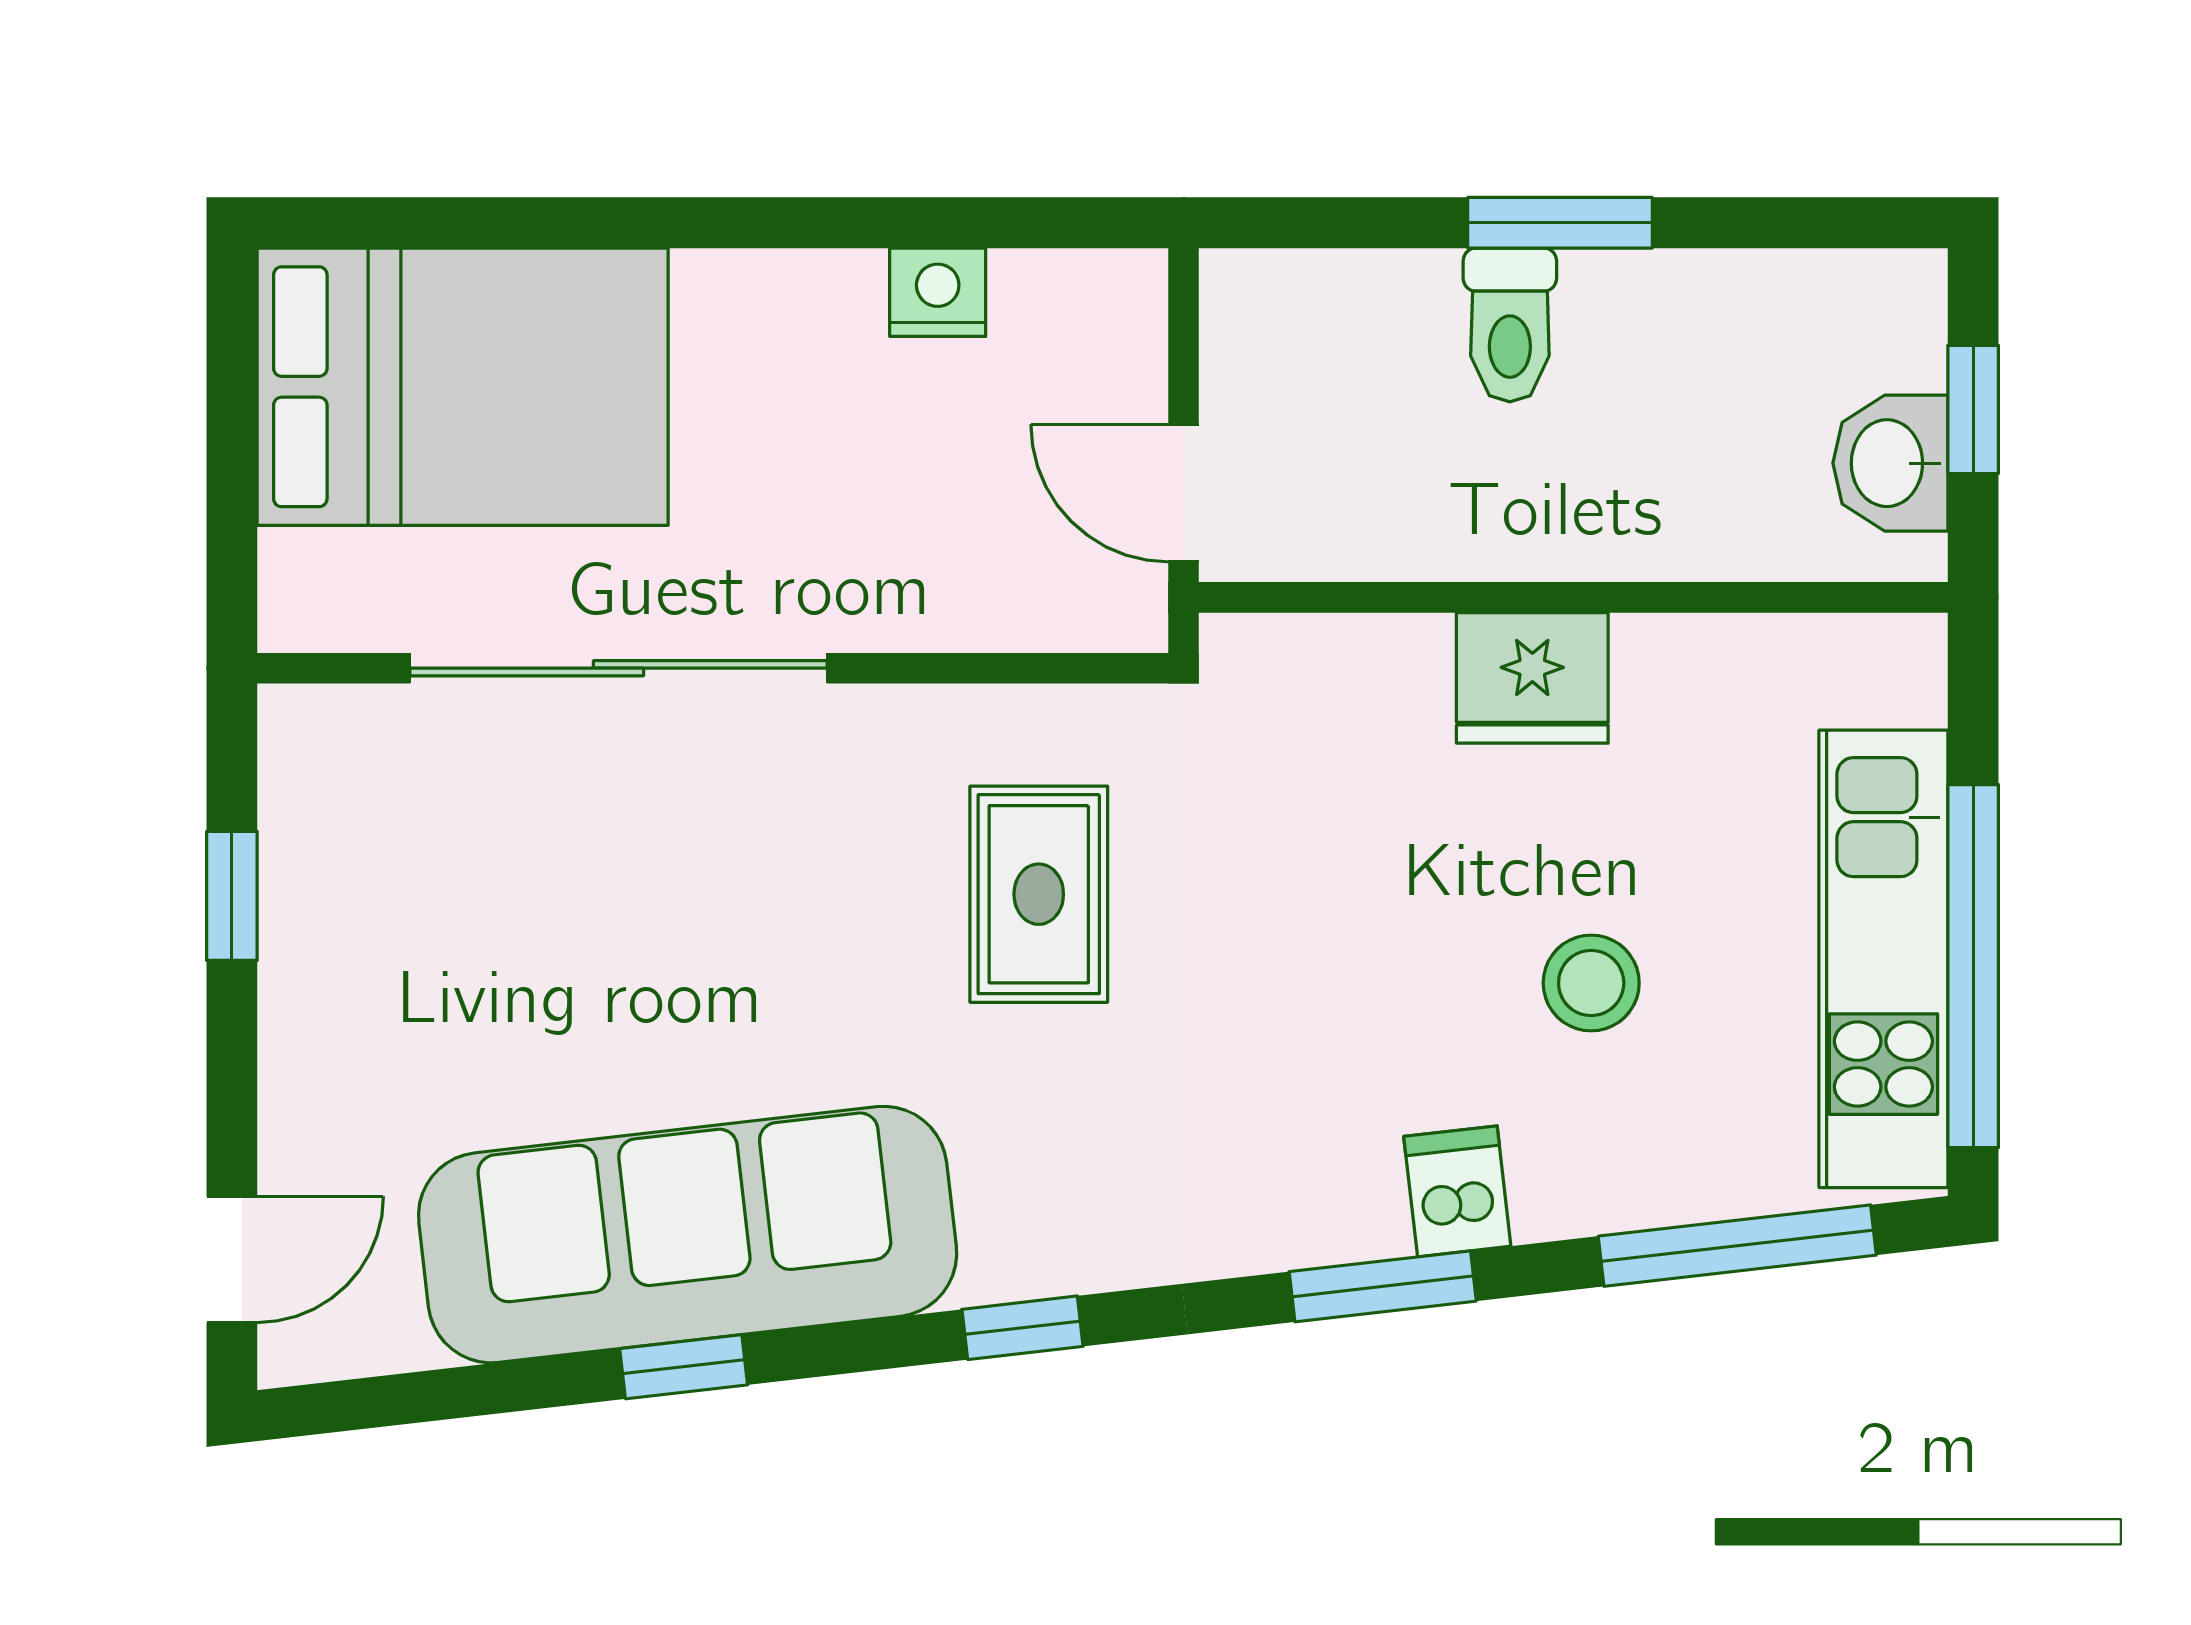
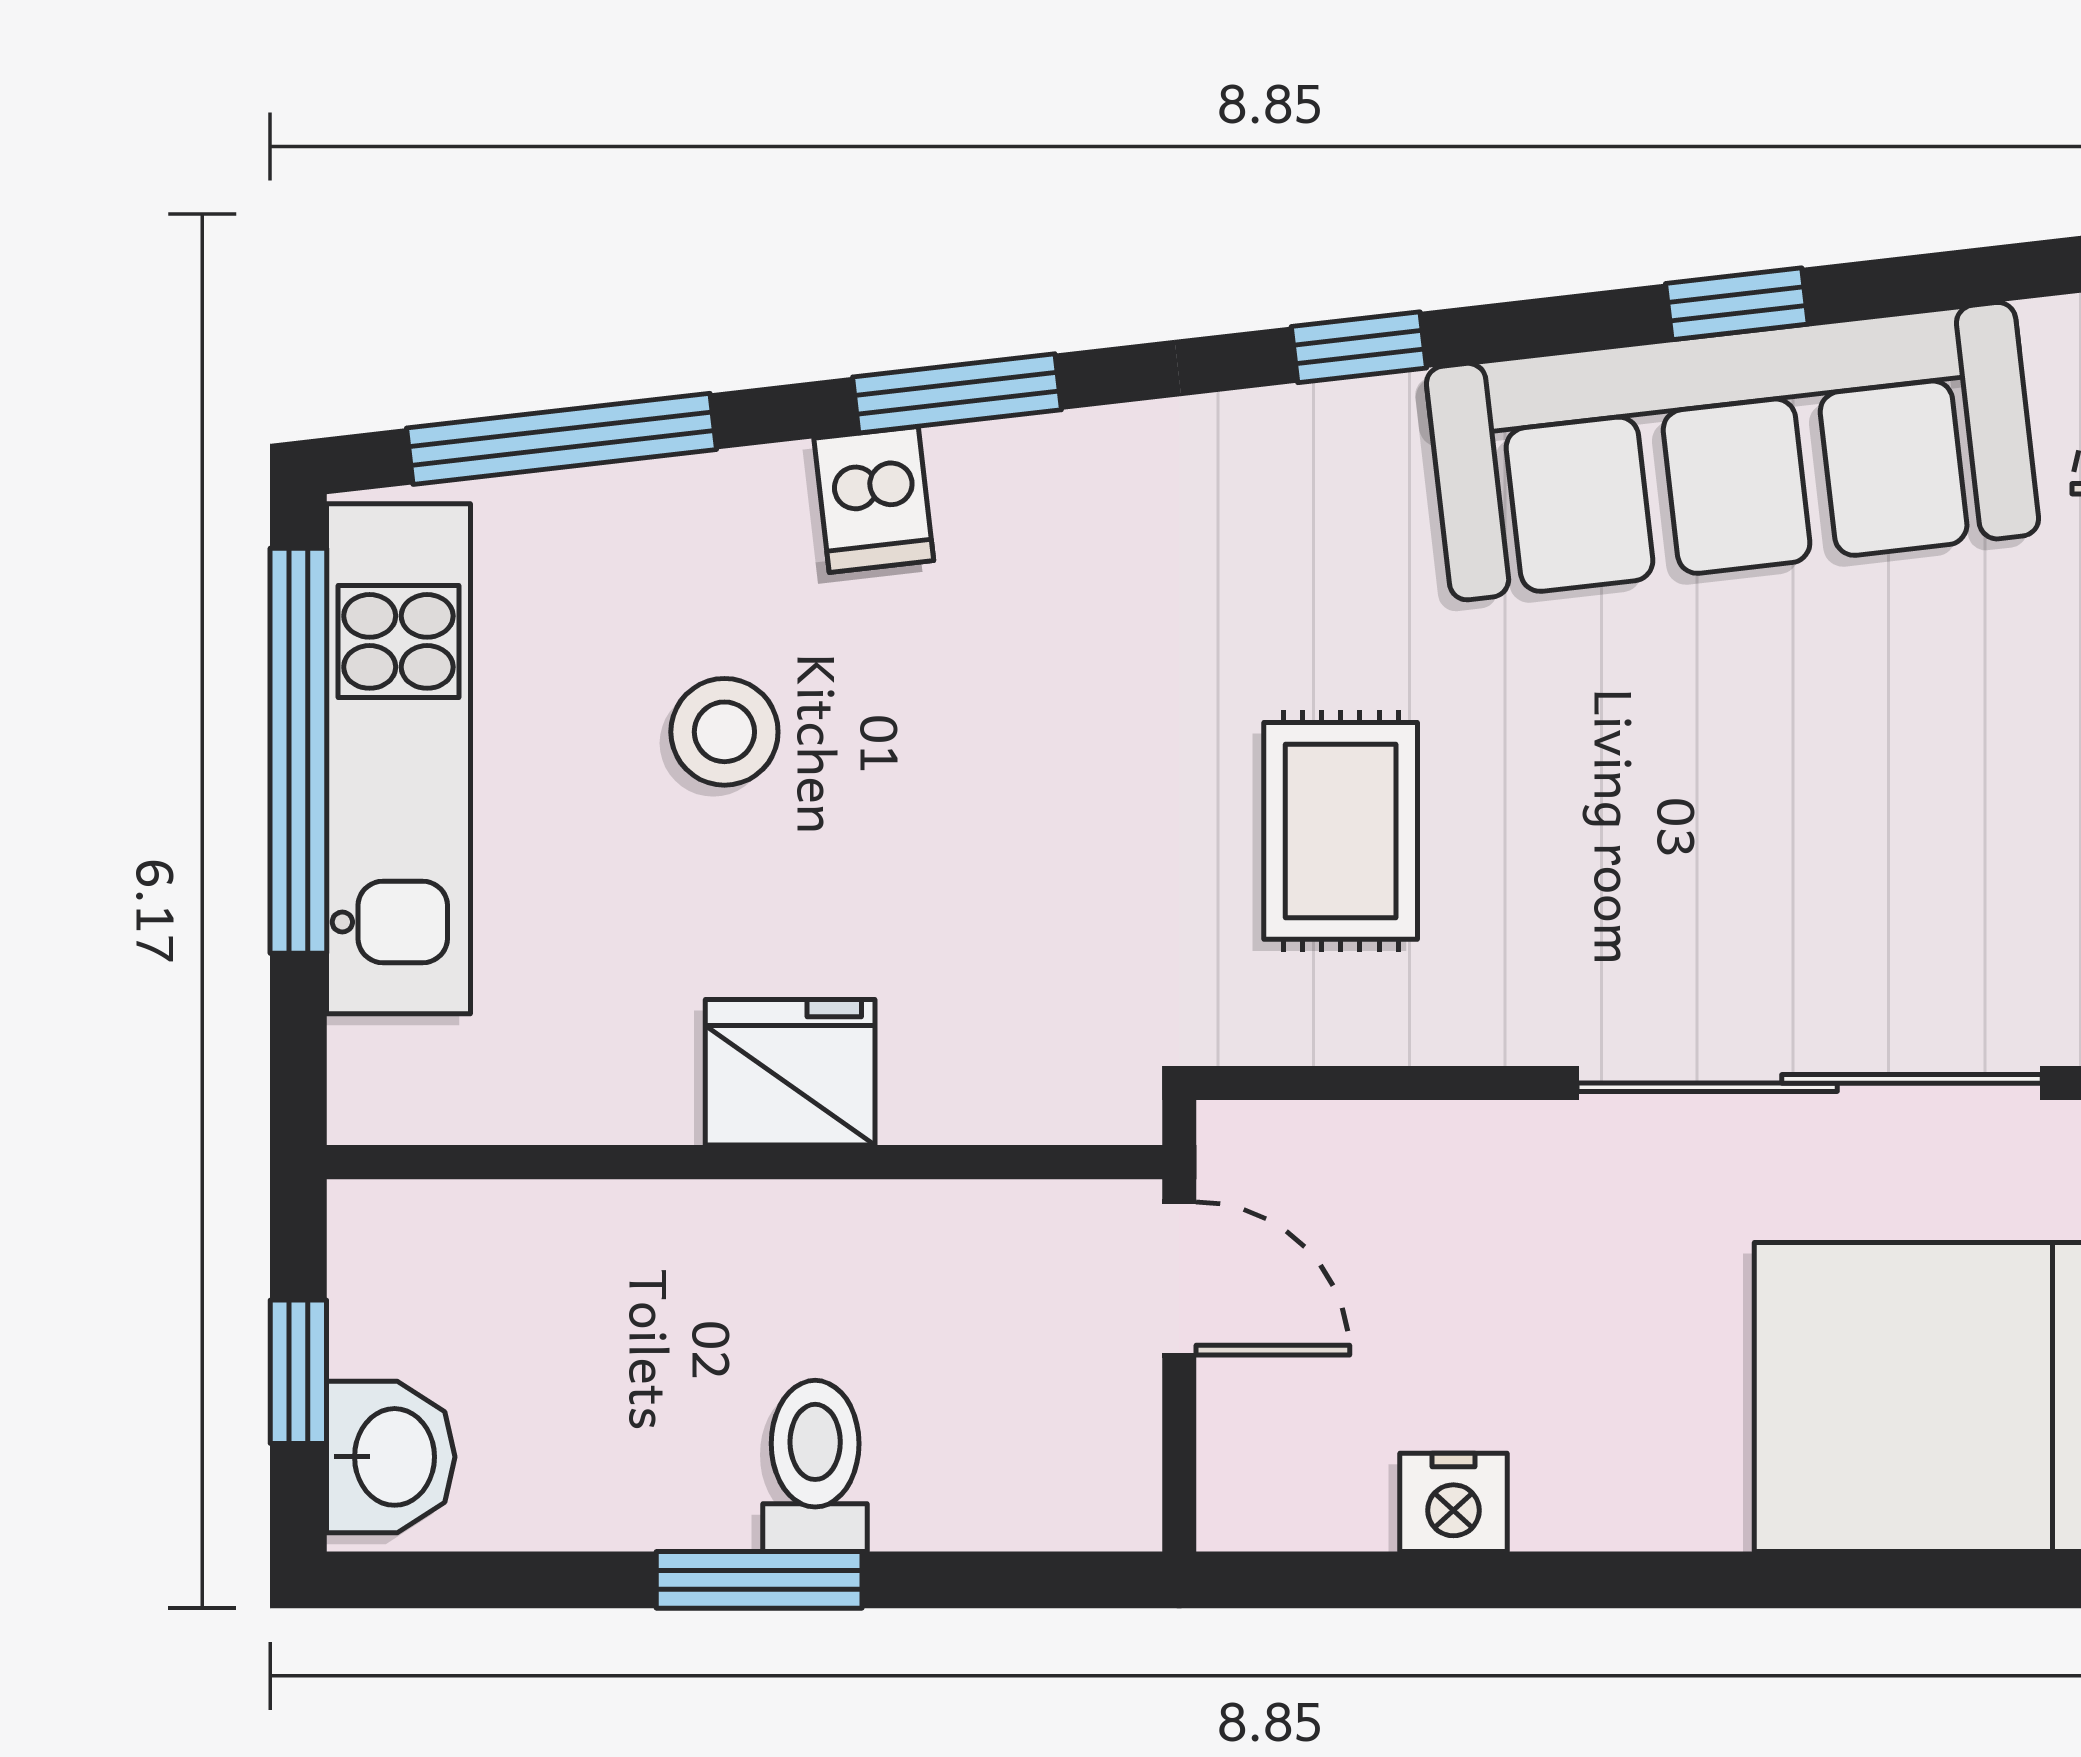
washbasin: (1890, 463) -> (391, 1457), moved

